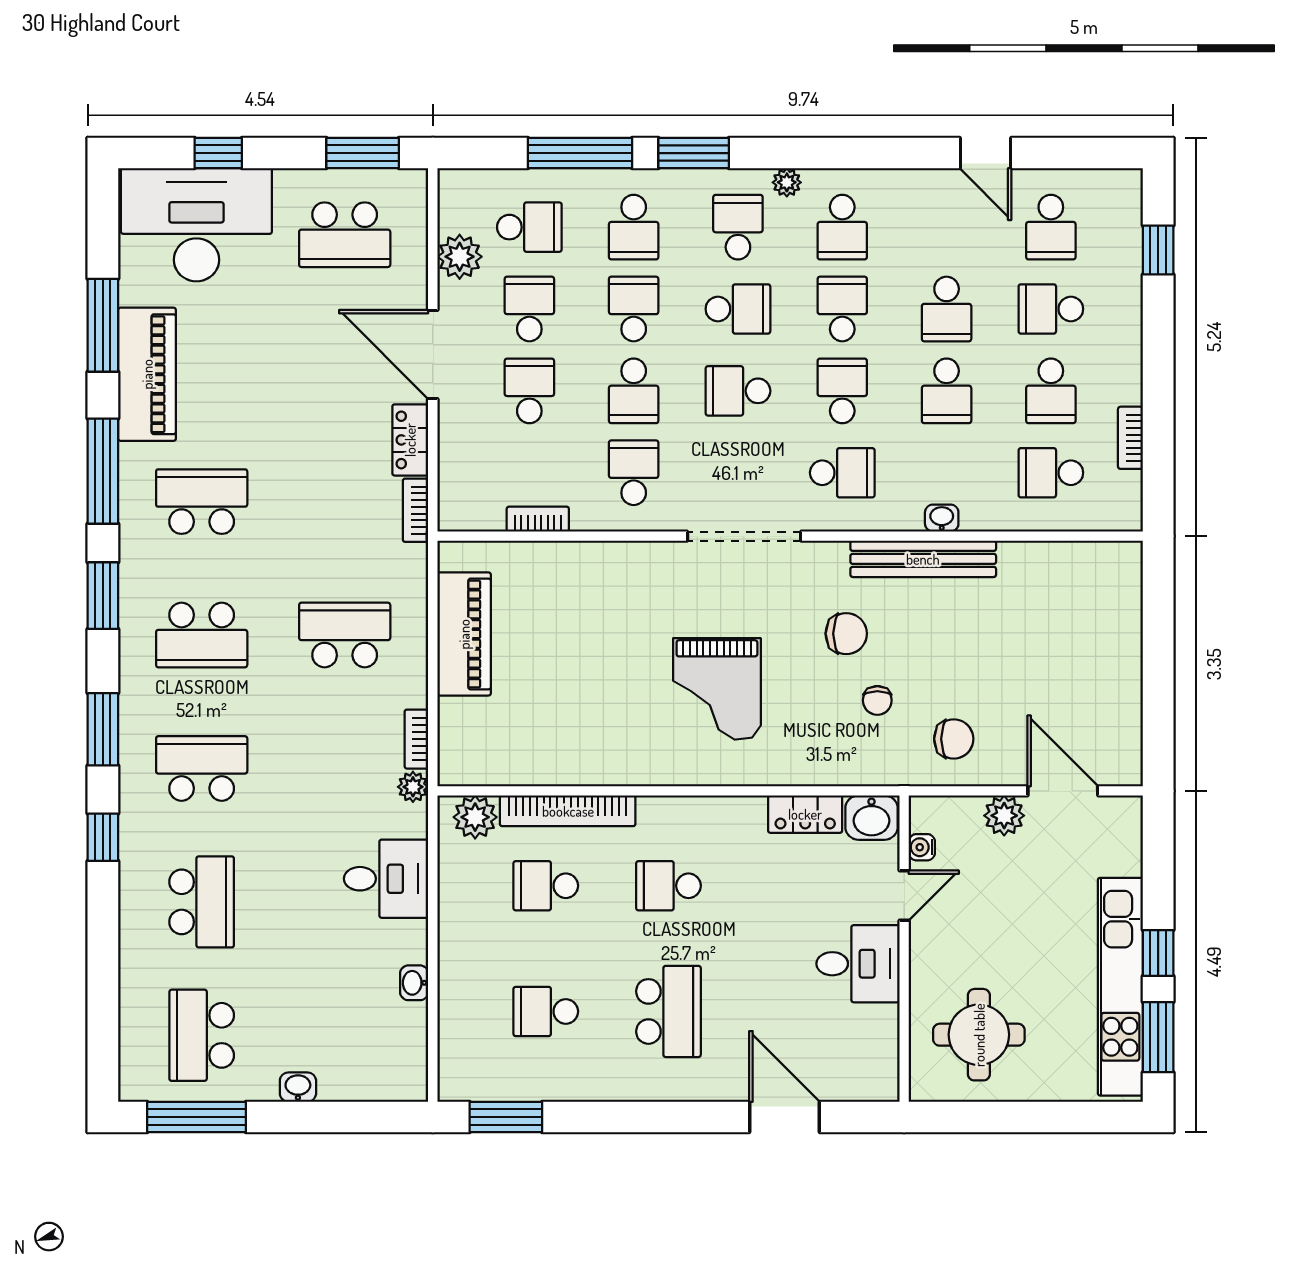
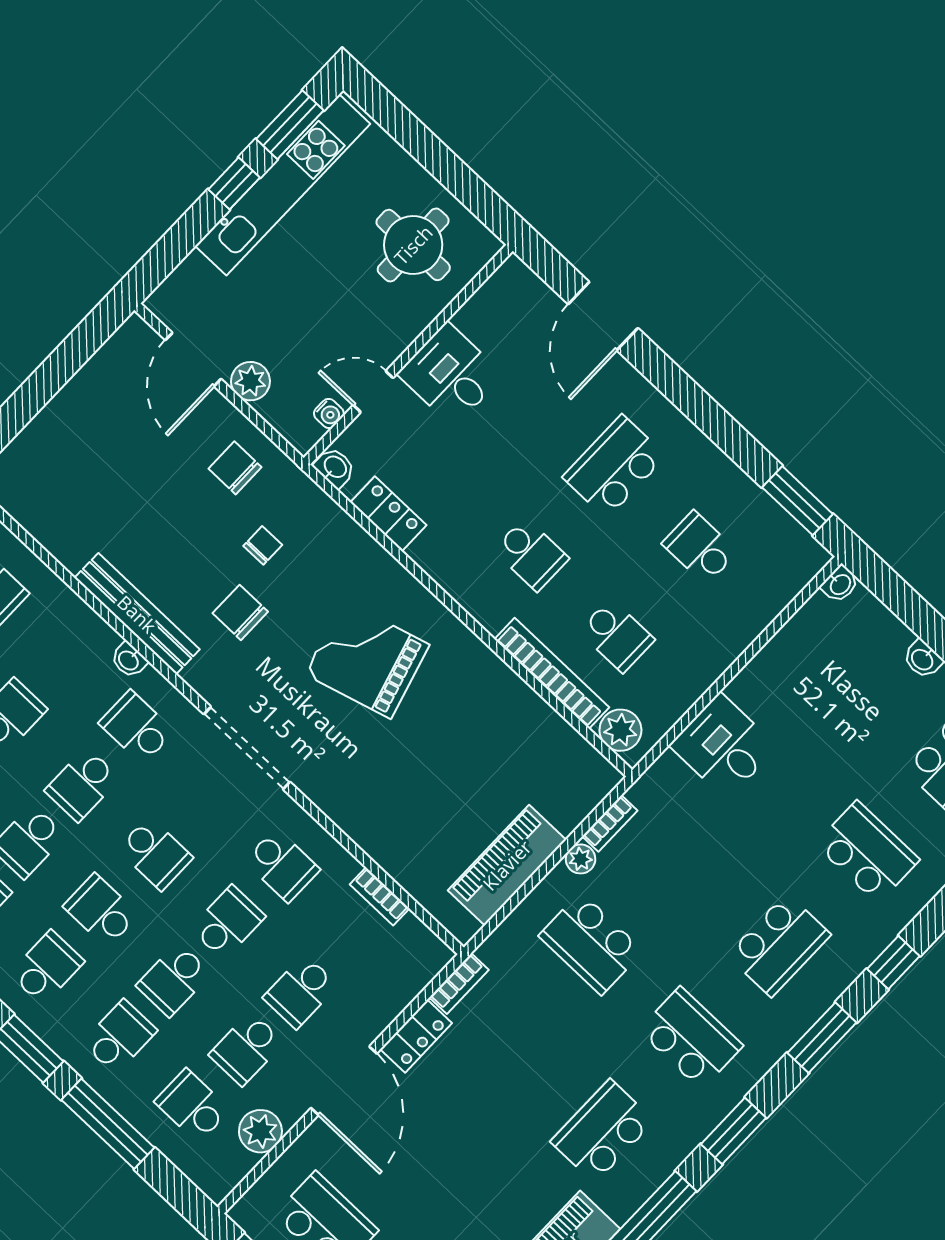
school desk: (738, 227) -> (47, 968), turned 180
school desk: (634, 473) -> (282, 865), turned -90
school desk: (202, 502) -> (602, 1131), turned 90
washbasin: (942, 518) -> (129, 660), moved
grand piano: (717, 689) -> (367, 659), turned -106
school desk: (202, 768) -> (779, 945), turned -90
plant: (413, 787) -> (581, 859), moved
washbasin: (871, 818) -> (335, 467), width x0.72, depth x0.69
school desk: (202, 902) -> (867, 852), turned 90
washbasin: (414, 983) -> (840, 584), moved
school desk: (546, 1011) -> (700, 548), turned 180

